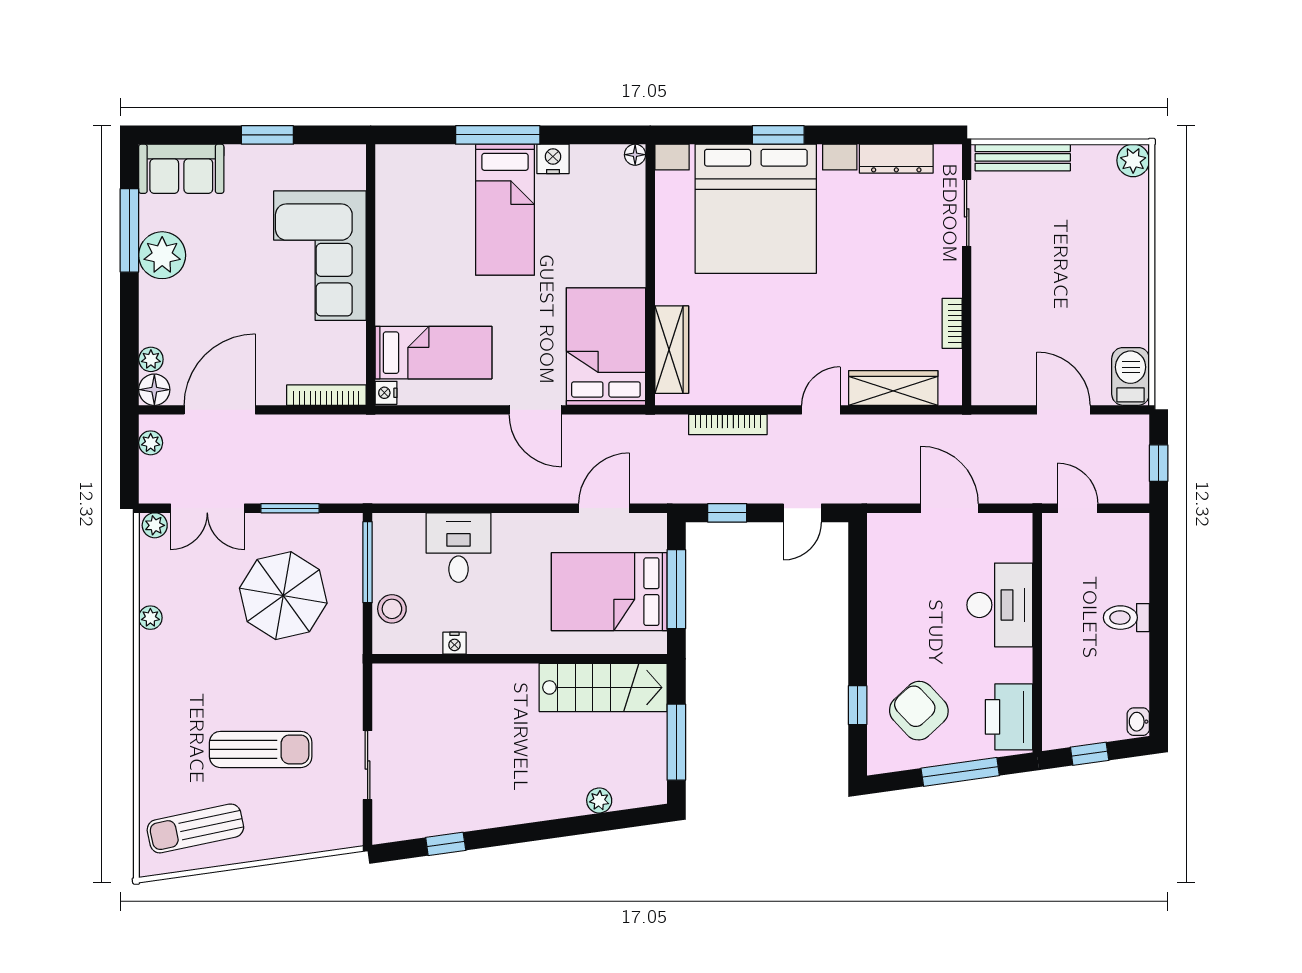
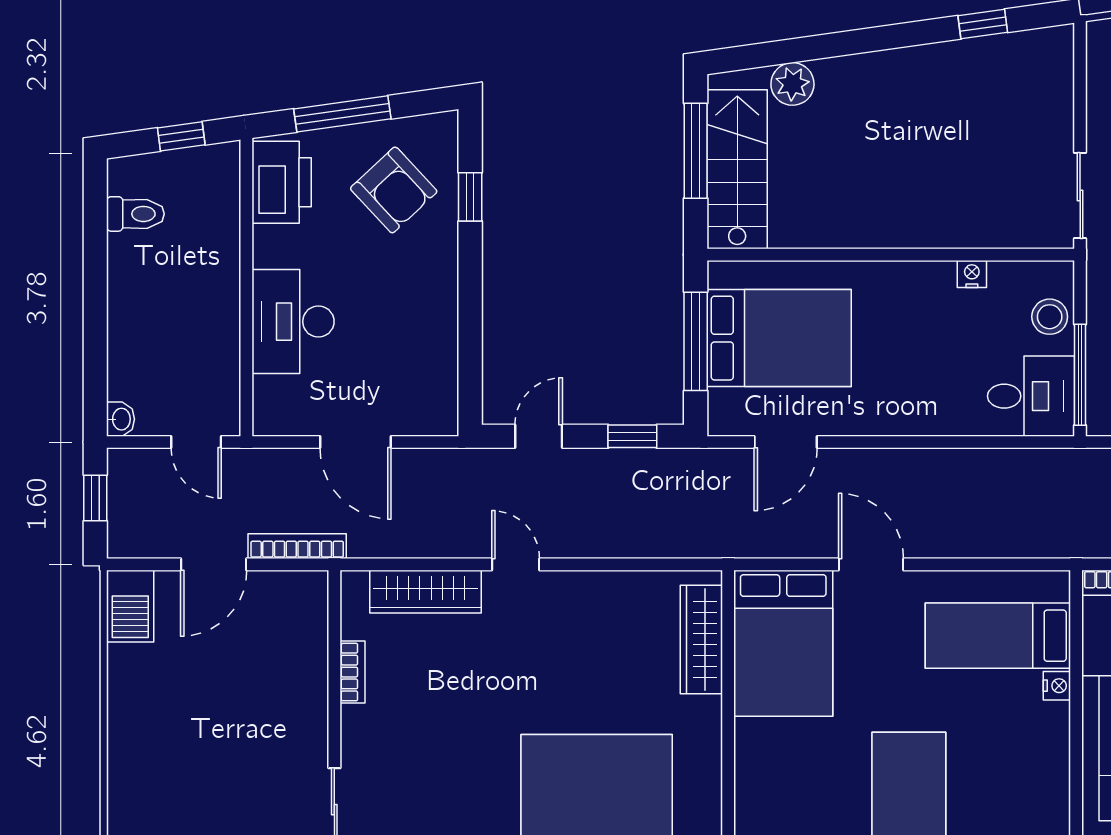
nightstand: (386, 393) -> (1057, 686), moved
door: (821, 410) -> (516, 564), swing flipped
door: (1064, 410) -> (214, 564), hinge flipped
bookcase: (728, 425) -> (297, 546), moved
desk: (458, 548) -> (1031, 396), moved, turned -90
toilet: (1126, 618) -> (135, 214), moved
stairs: (603, 687) -> (737, 169), moved, turned 90
washbasin: (1138, 722) -> (121, 419), moved
sliding door: (368, 765) -> (1080, 195), moved
plant: (599, 800) -> (792, 84), width x1.38, depth x1.38

